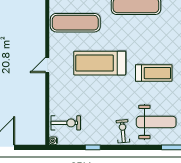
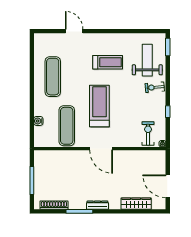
treadmill: (100, 63) -> (99, 106), turned 180
door: (47, 65) -> (101, 149), width x1.87
treadmill: (154, 73) -> (108, 62), turned 90

